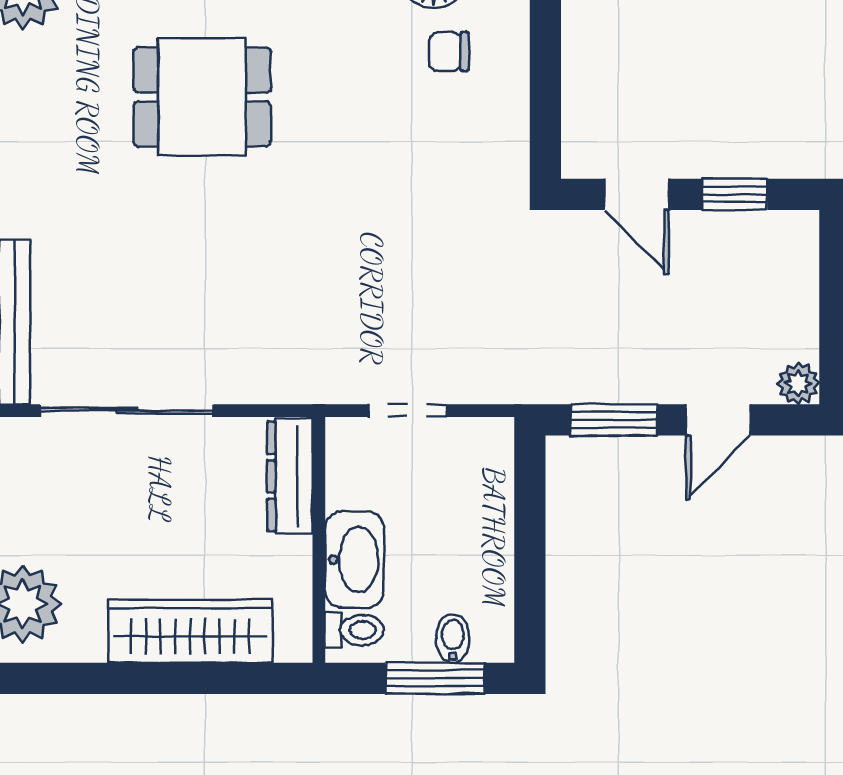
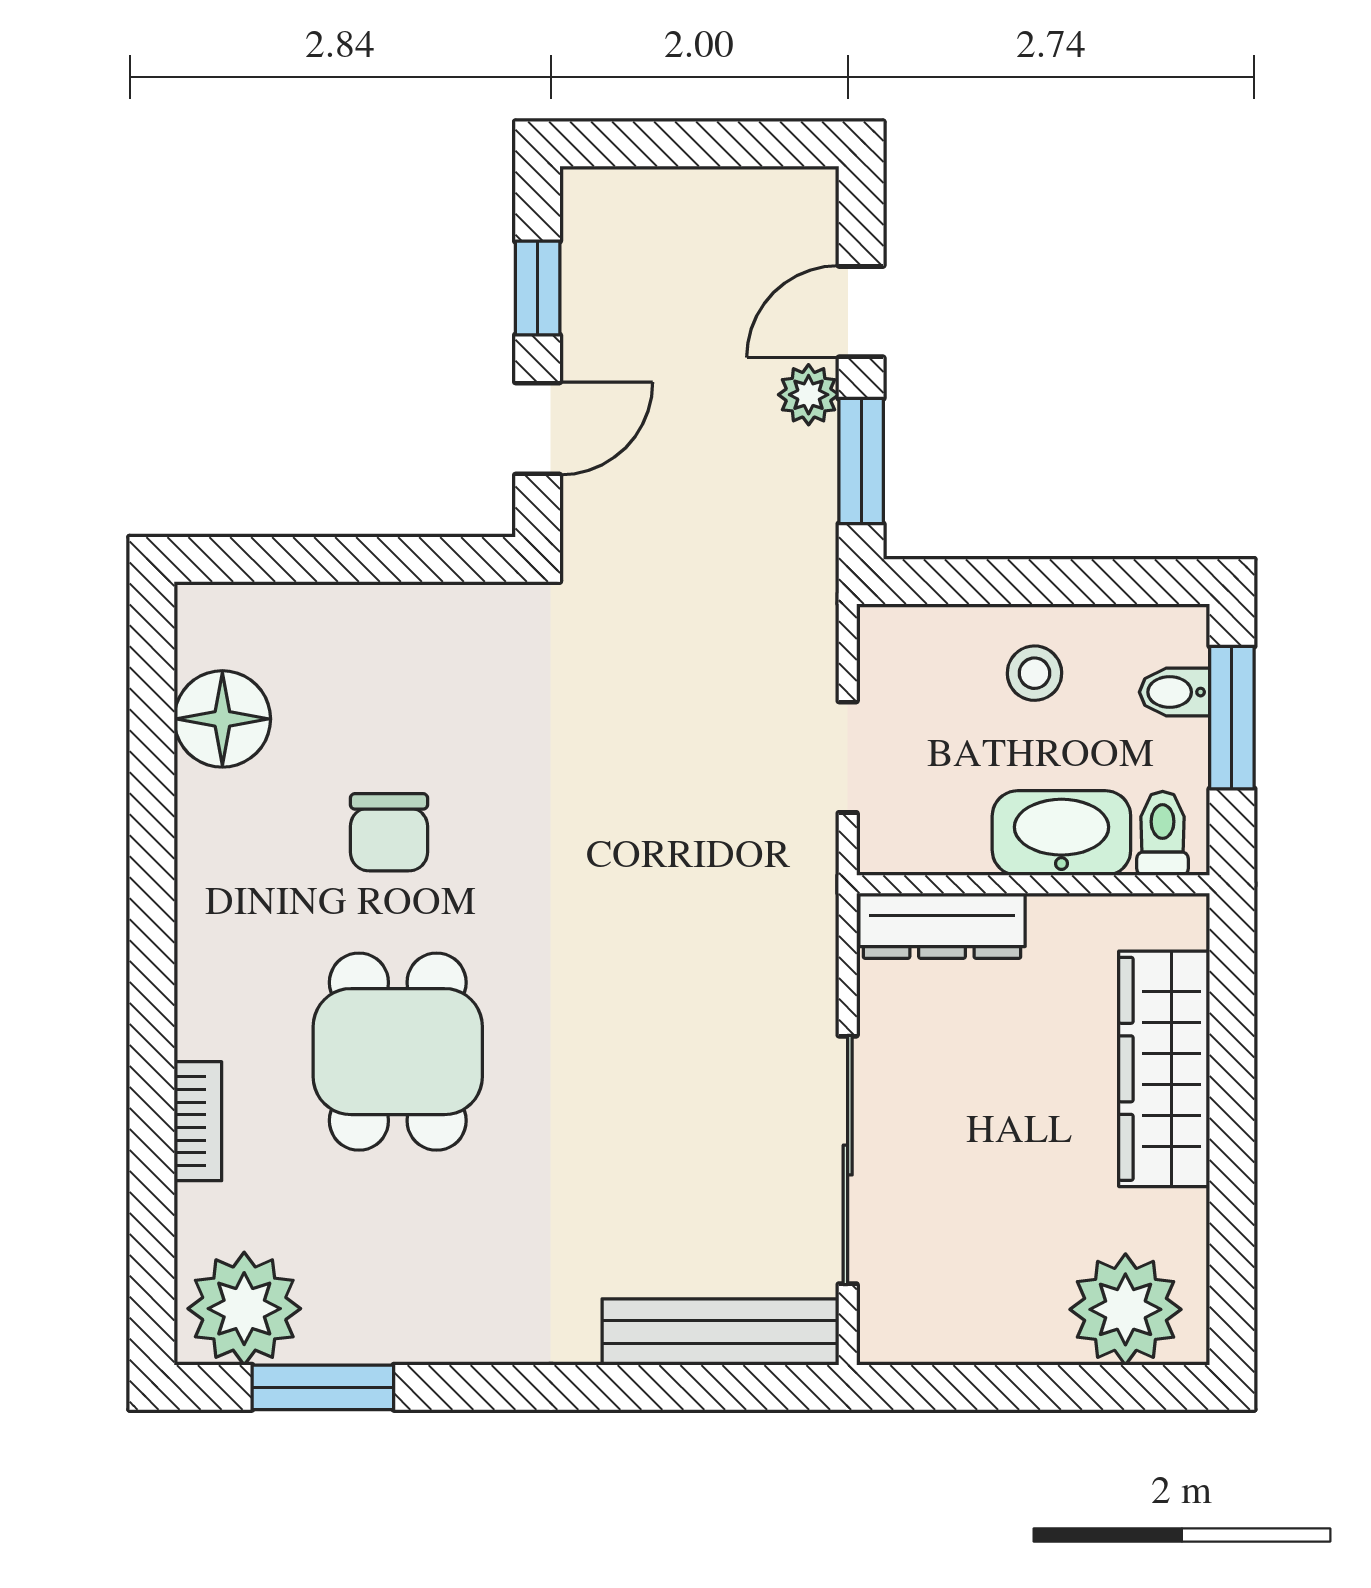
chair: (449, 51) -> (389, 832), moved, width x1.37, depth x1.37
plant: (798, 383) -> (809, 395), moved
door: (718, 420) -> (861, 312), swing flipped
stool: (466, 541) -> (1034, 673), added

